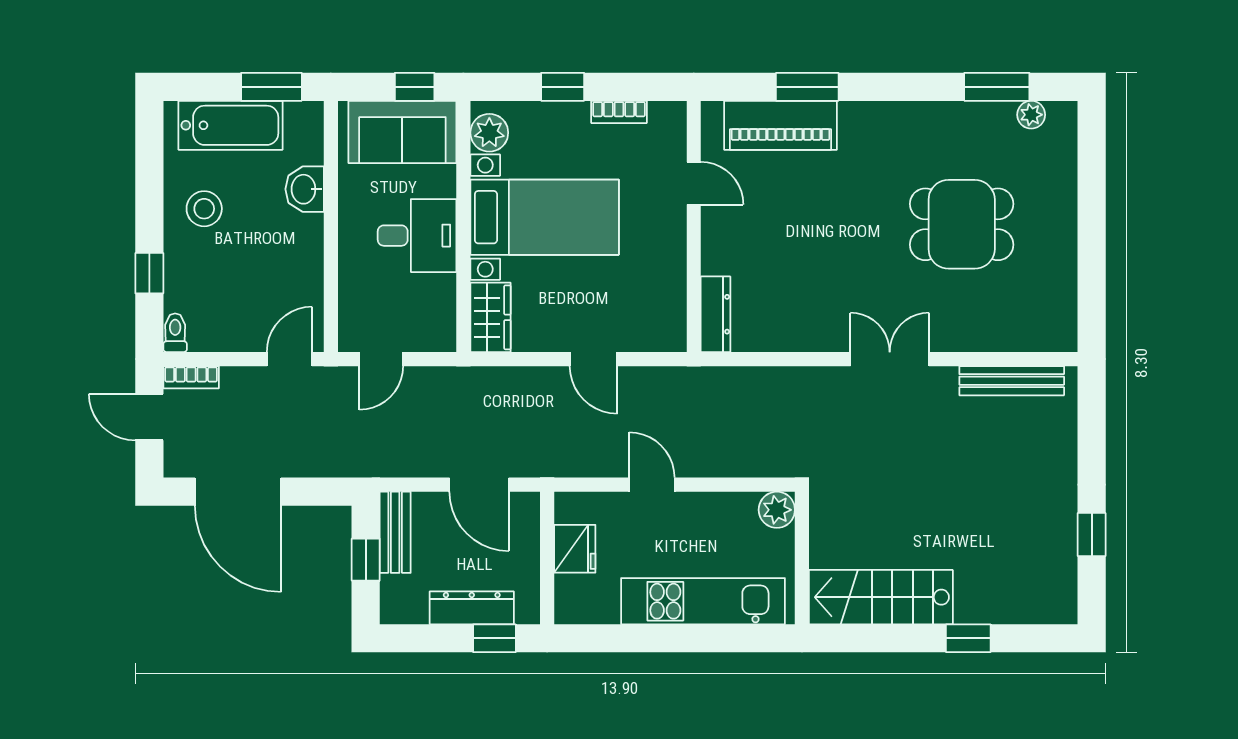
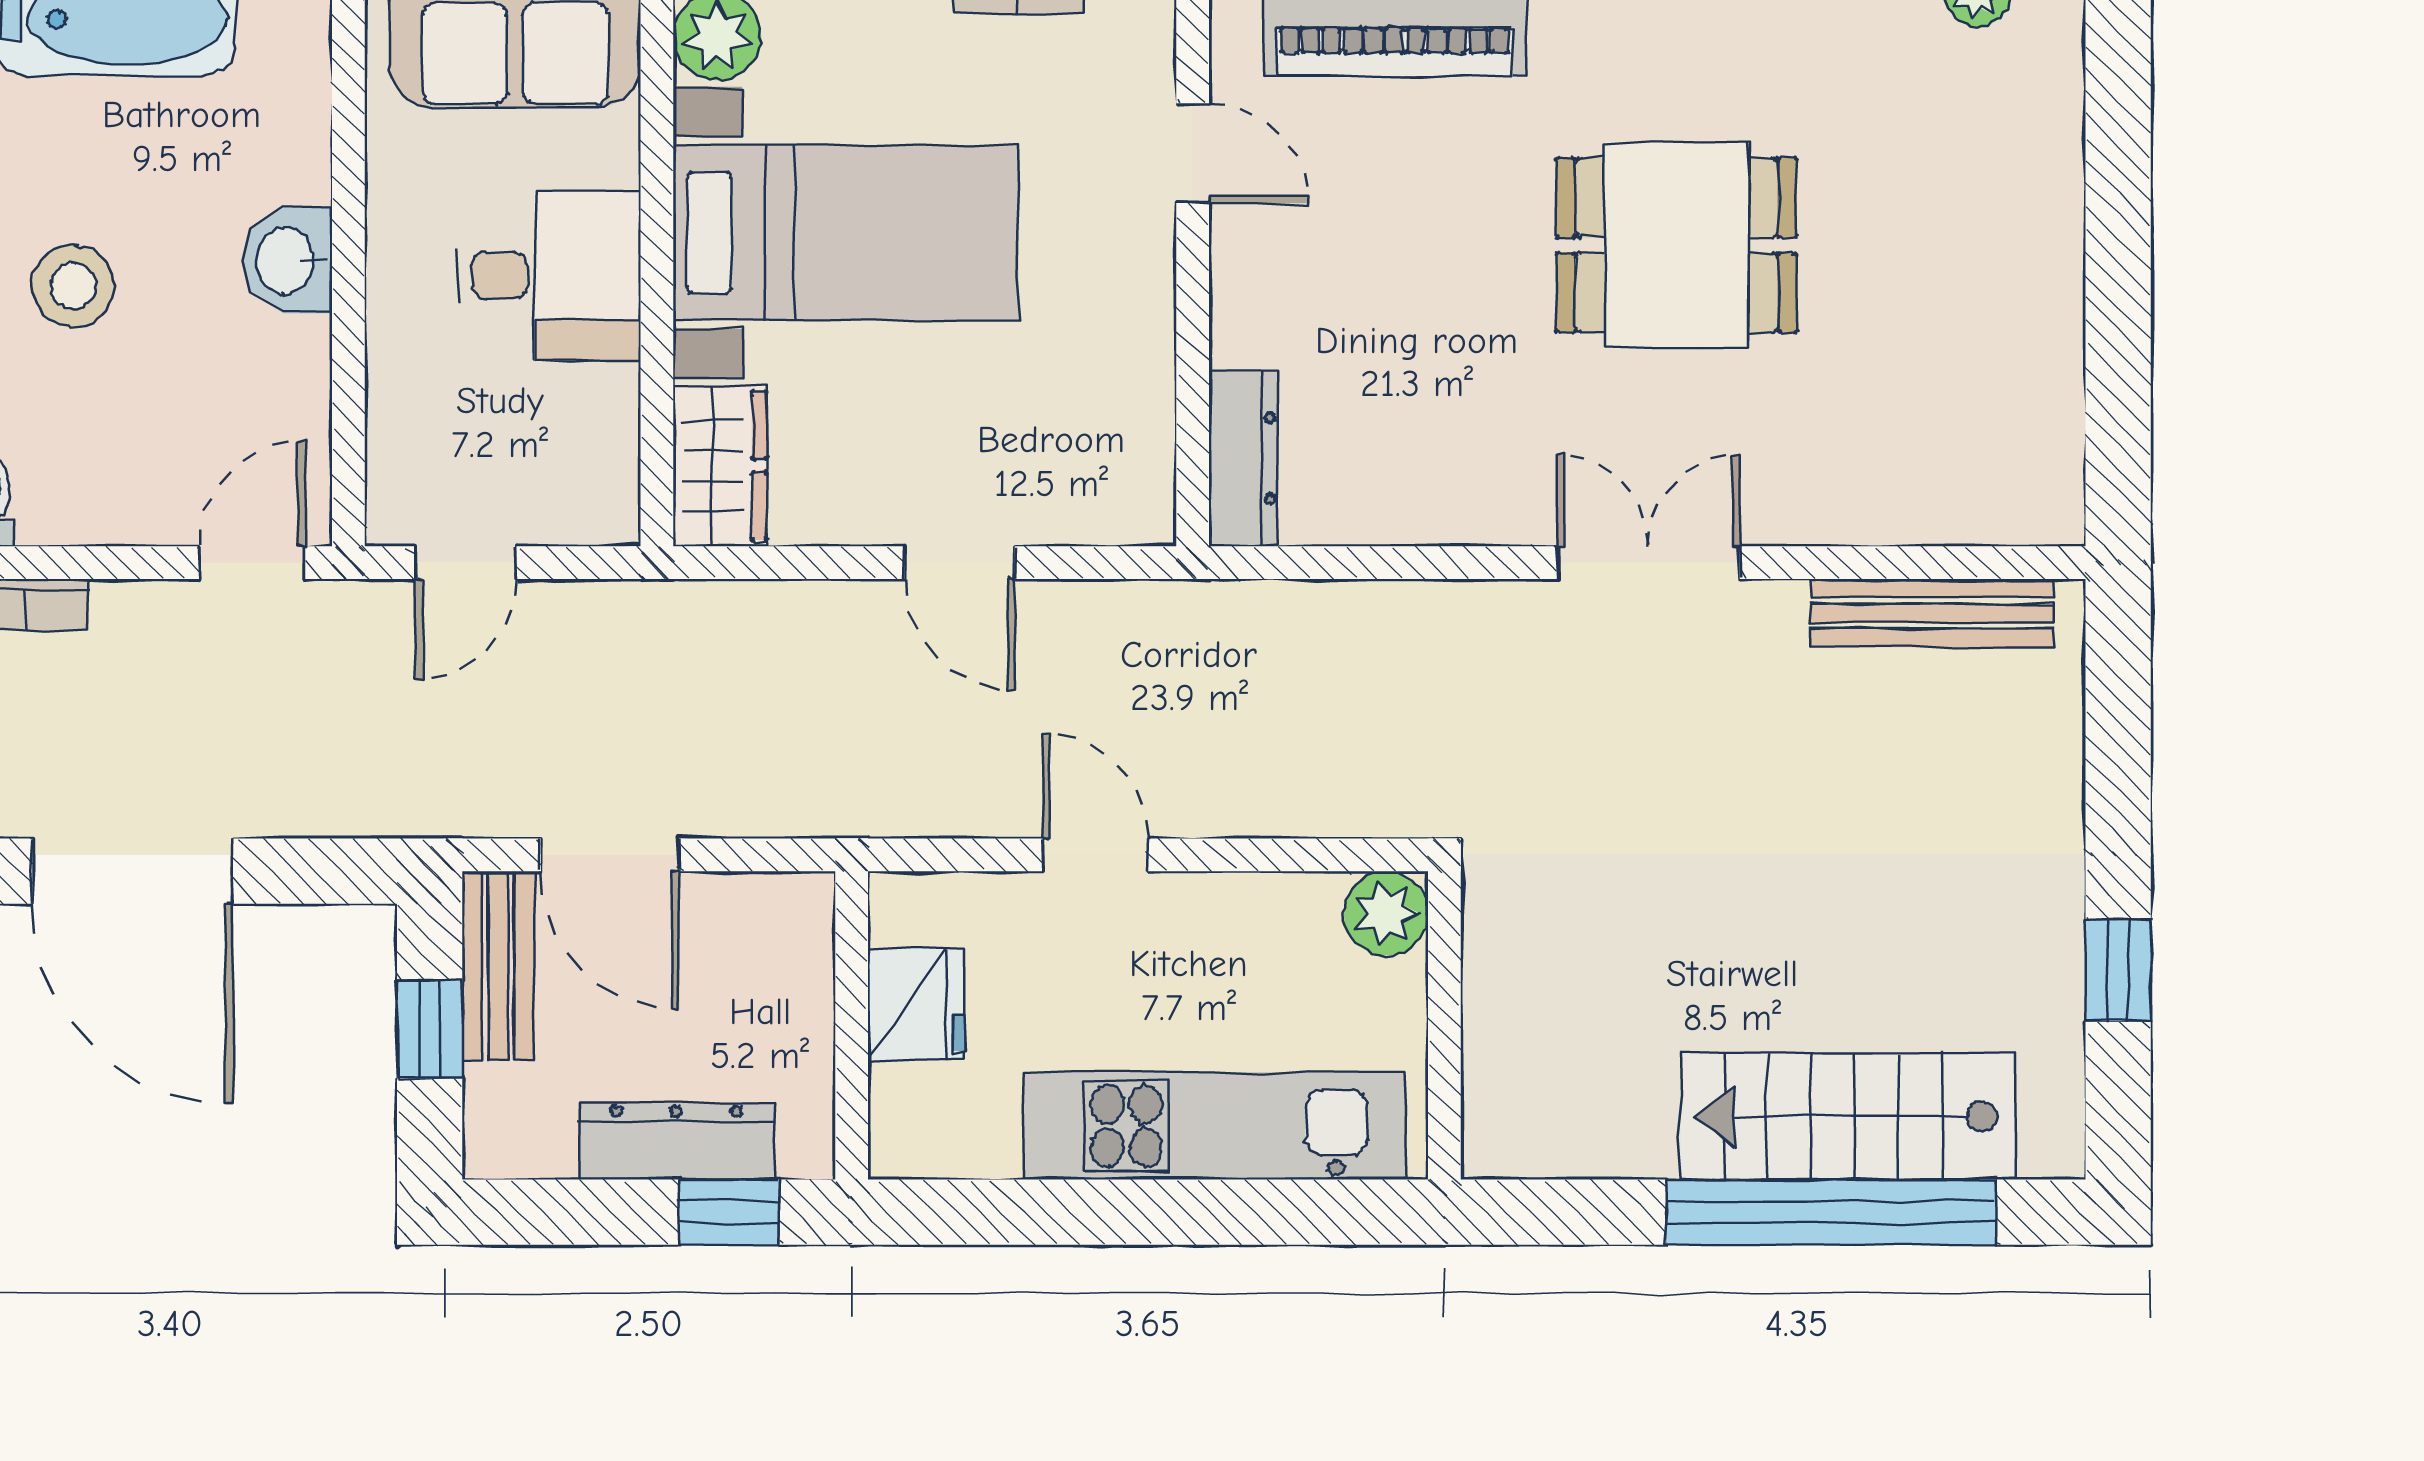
washbasin: (305, 189) -> (288, 261), moved
stool: (204, 209) -> (73, 286), moved
dining table: (962, 224) -> (1677, 245), moved
door: (479, 485) -> (610, 855), moved
stairs: (881, 597) -> (1848, 1116), moved
window: (968, 638) -> (1831, 1212), width x3.17

